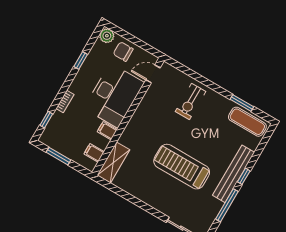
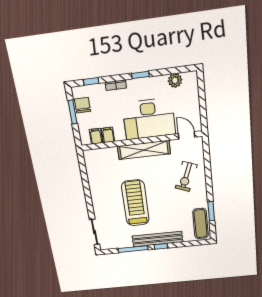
plant: (107, 36) -> (175, 80), moved
chair: (123, 52) -> (82, 105), moved
window: (81, 60) -> (140, 75), moved
exercise bike: (191, 102) -> (186, 176), turned -69
filing cabinet: (107, 131) -> (108, 135), moved
shelving: (113, 163) -> (144, 150), moved, width x1.47

